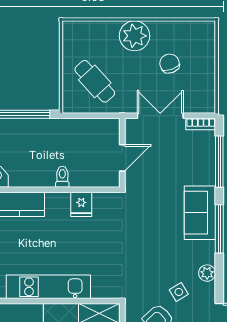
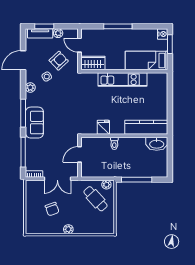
plant: (135, 36) -> (68, 229), width x0.53, depth x0.53
plant: (76, 106) -> (106, 185), added

